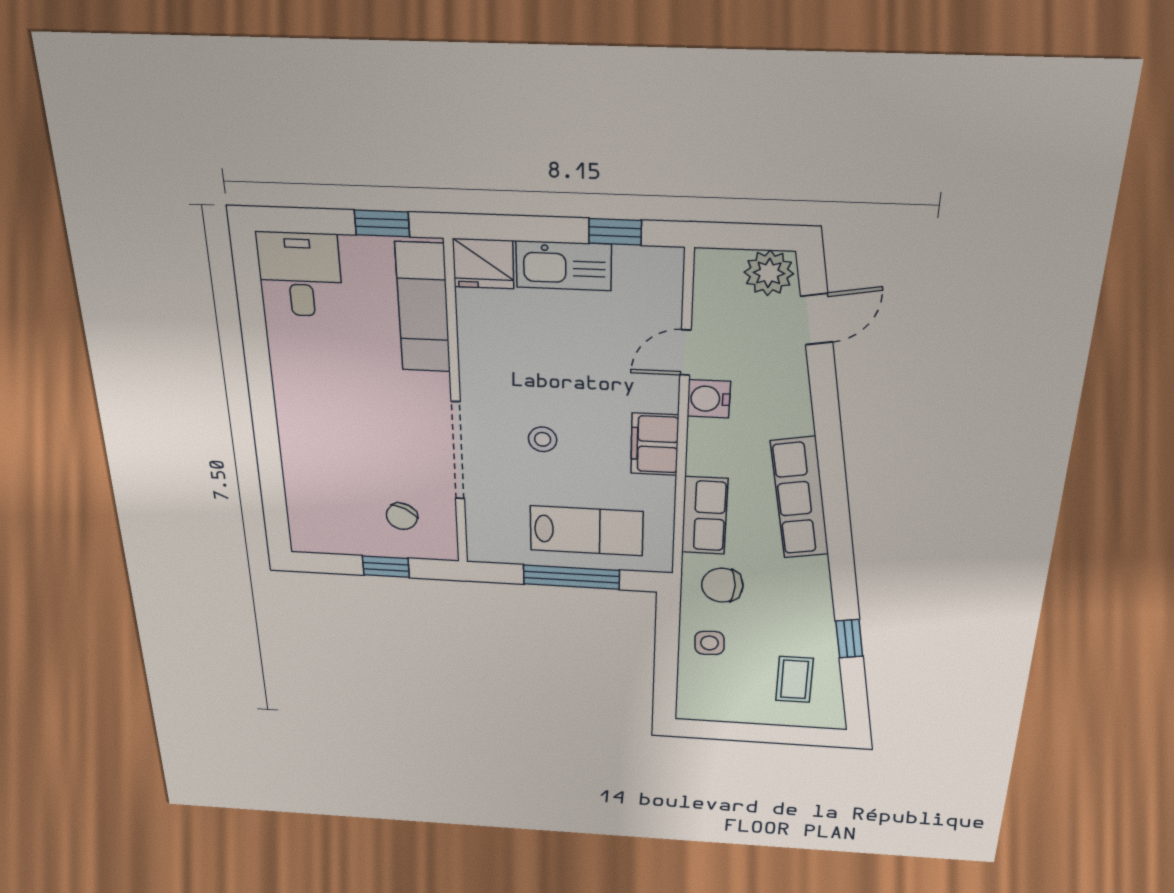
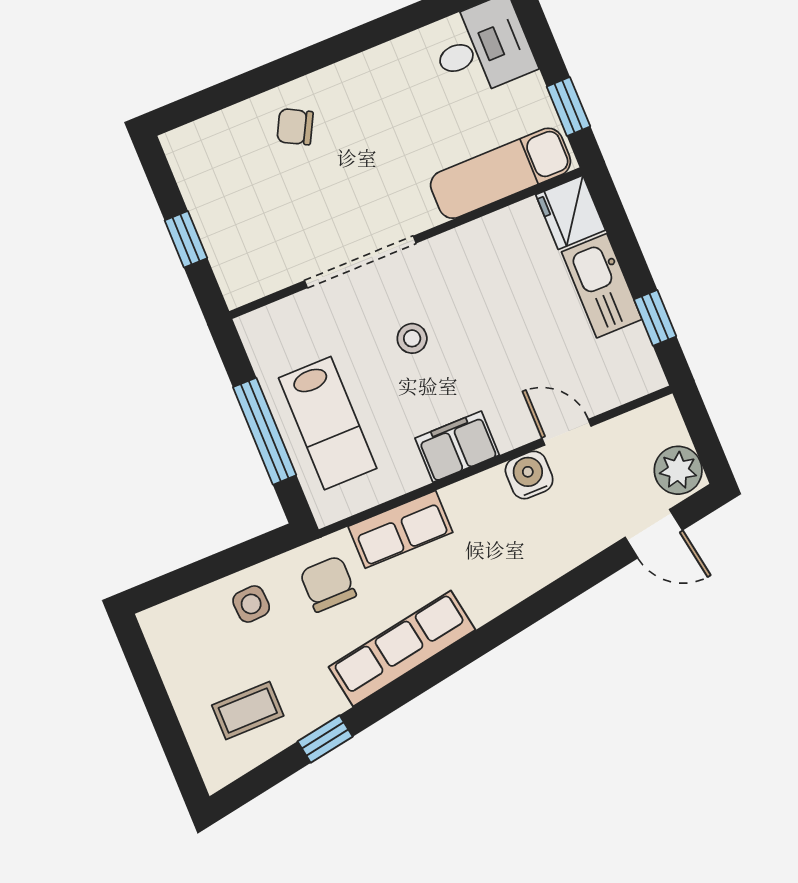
row of seats: (800, 498) -> (402, 648), moved
chair: (402, 516) -> (295, 127), moved

